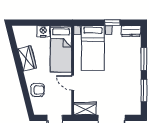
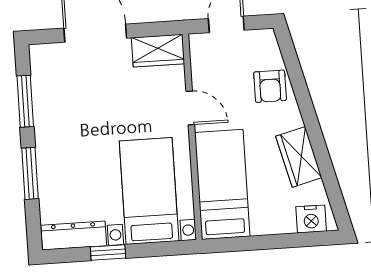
nightstand: (43, 31) -> (311, 219), moved
dresser: (131, 31) -> (74, 235), width x1.44
armchair: (37, 90) -> (270, 86), turned -90

